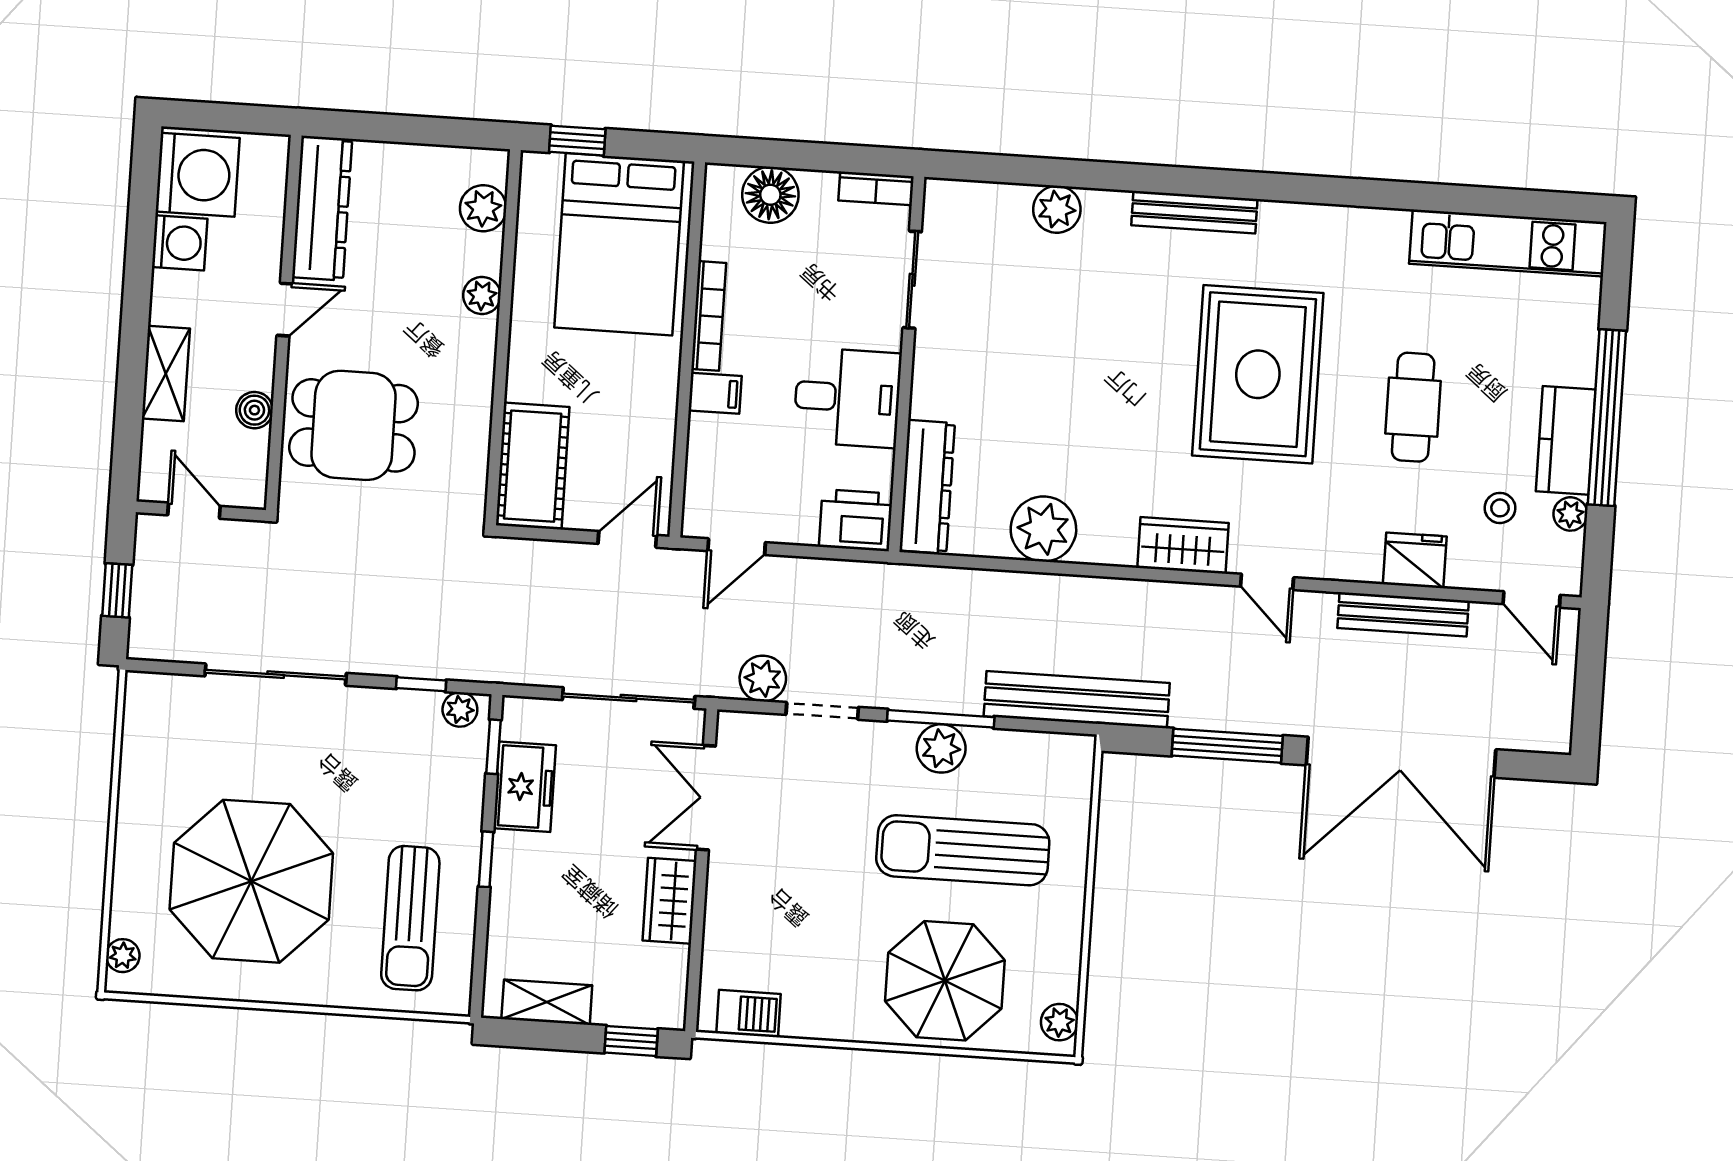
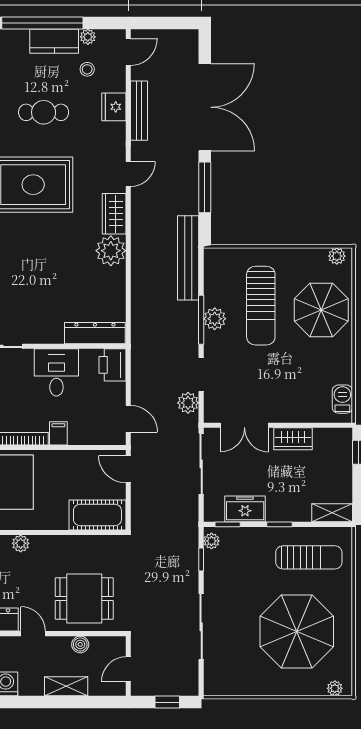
dining table: (354, 425) -> (84, 598), turned 90
plant: (1043, 529) -> (111, 251), moved
shelving: (547, 1002) -> (332, 513), moved, turned 90

